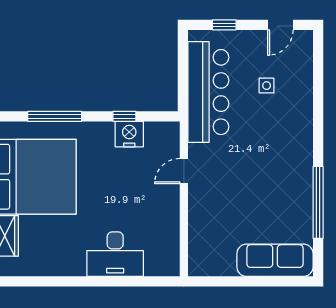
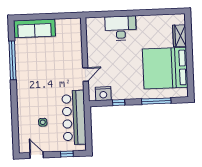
door: (280, 25) -> (37, 155), hinge flipped
nightstand: (129, 134) -> (103, 94), moved

